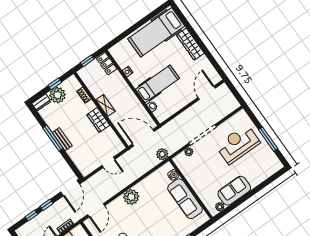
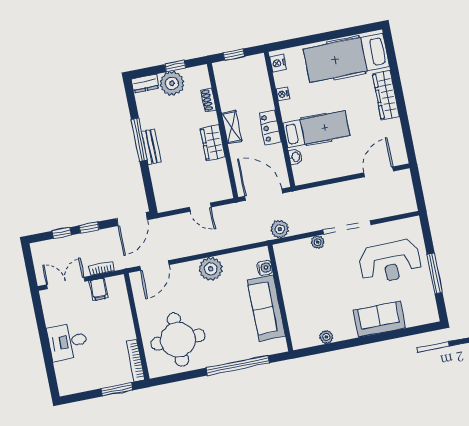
nightstand: (116, 54) -> (278, 63), added
locker: (107, 64) -> (270, 128), moved
reception desk: (238, 144) -> (390, 262), turned 180
water cooler: (173, 175) -> (265, 268), moved
wall: (191, 189) -> (280, 298), moved
sofa: (234, 191) -> (379, 319), moved
sofa: (185, 199) -> (266, 308), moved

